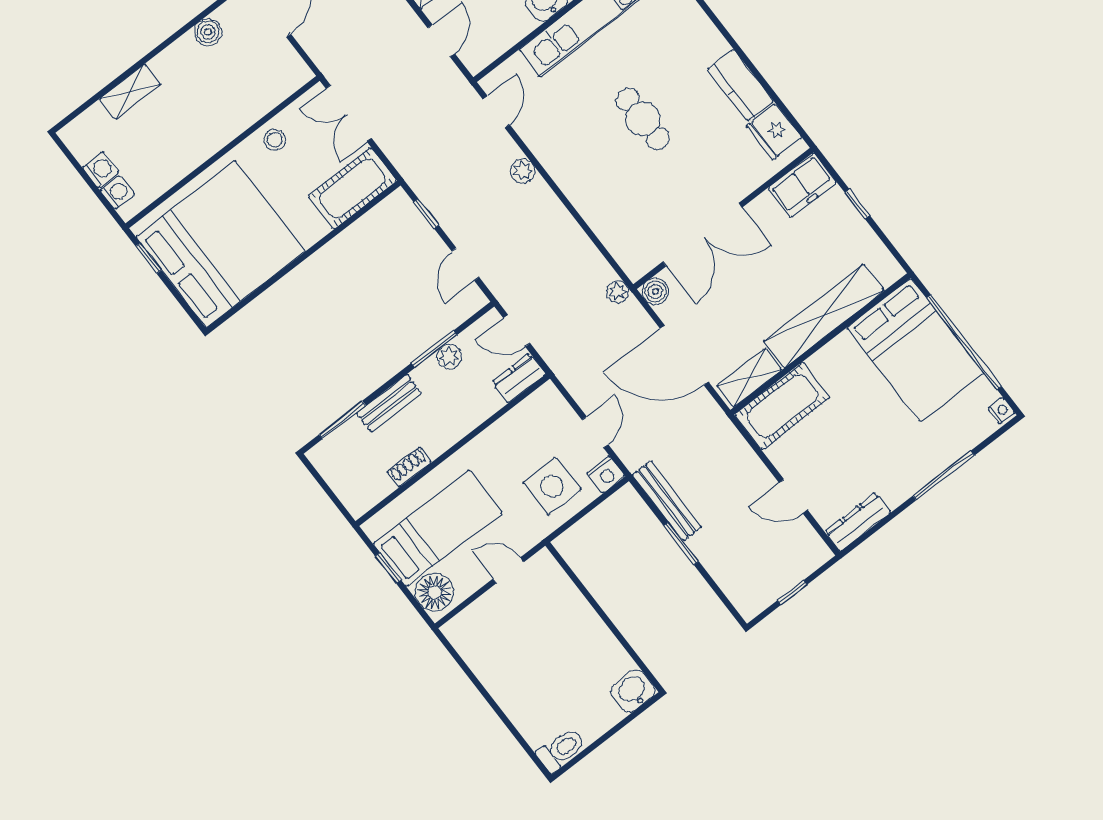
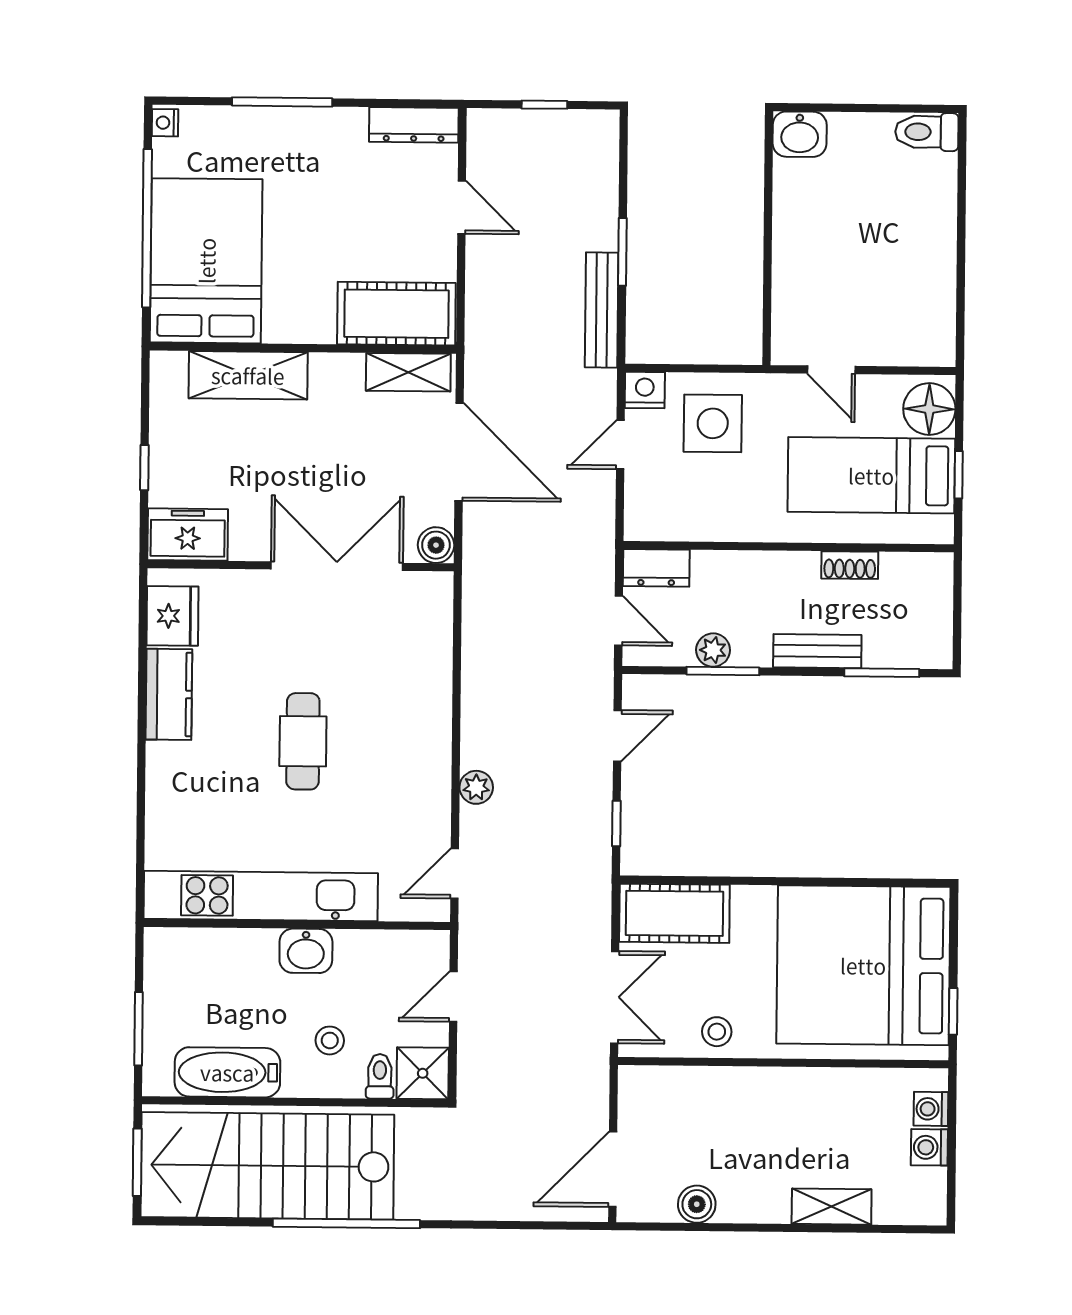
plant: (618, 292) -> (477, 577), removed
shelving: (824, 316) -> (248, 375), width x0.68

